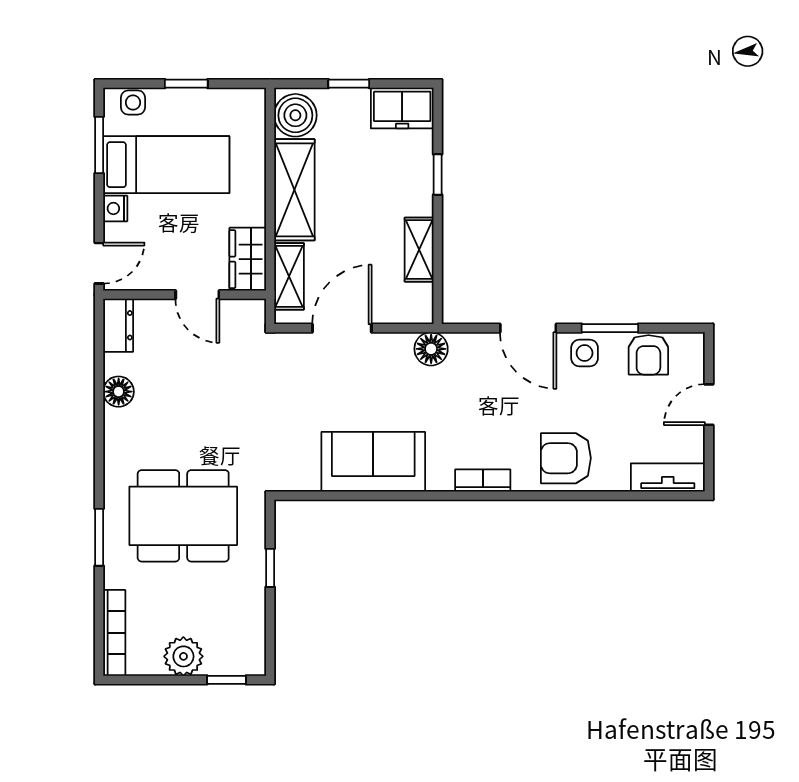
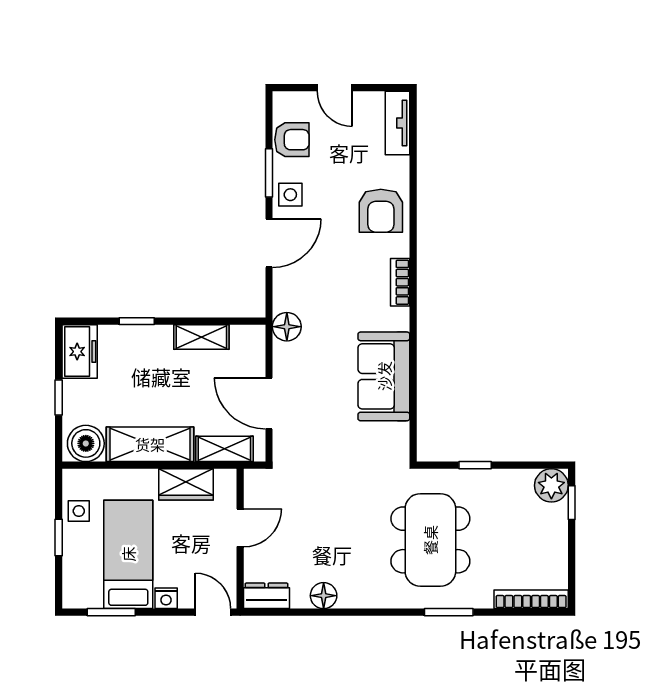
side table: (133, 103) -> (79, 511), moved
wardrobe: (248, 259) -> (186, 484), moved
plant: (183, 656) -> (551, 485), moved

